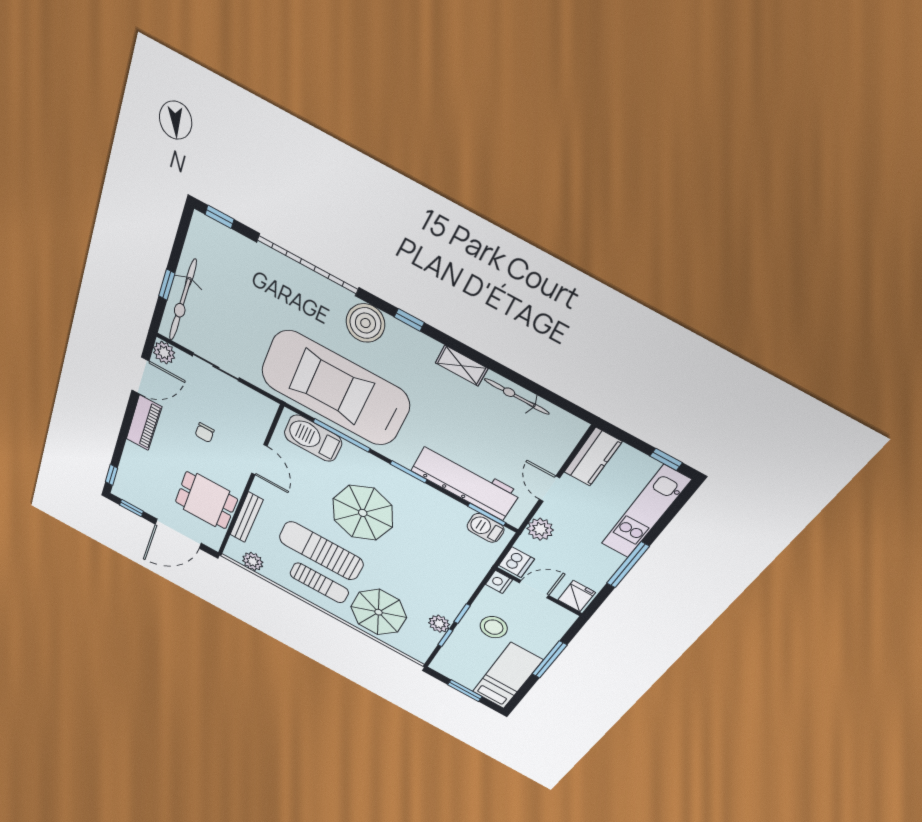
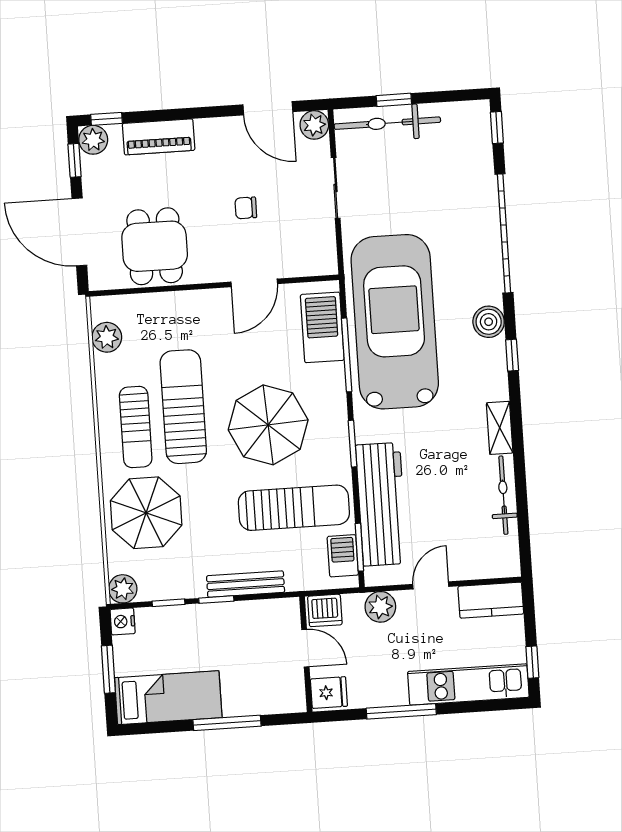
boiler: (365, 323) -> (489, 322), width x0.73, depth x0.73
piano: (144, 423) -> (159, 137), moved
plant: (122, 490) -> (93, 140), added
bench: (246, 517) -> (246, 584), moved
sun lounger: (430, 534) -> (294, 508), added
nightstand: (499, 582) -> (123, 621), moved, turned -90
plant: (439, 624) -> (123, 589), moved
stool: (494, 627) -> (224, 642), removed

